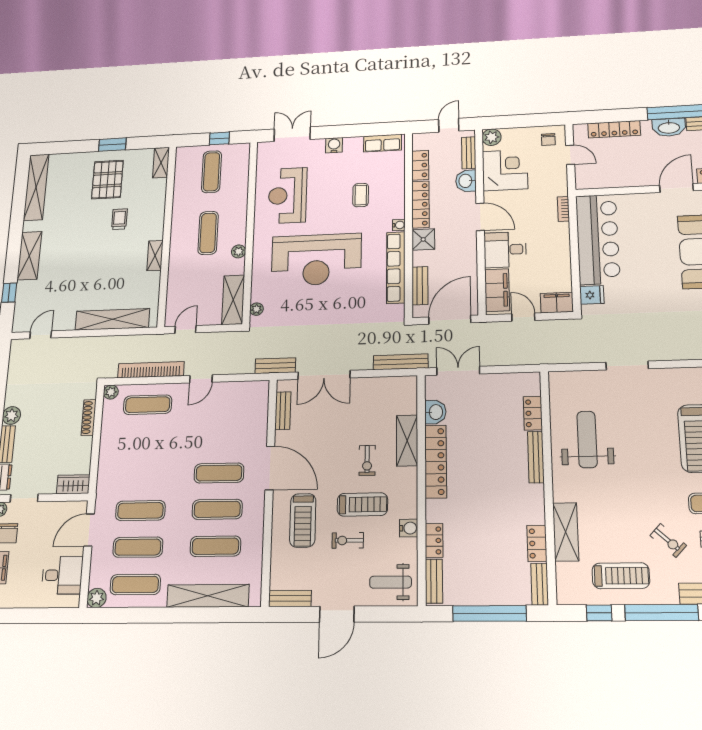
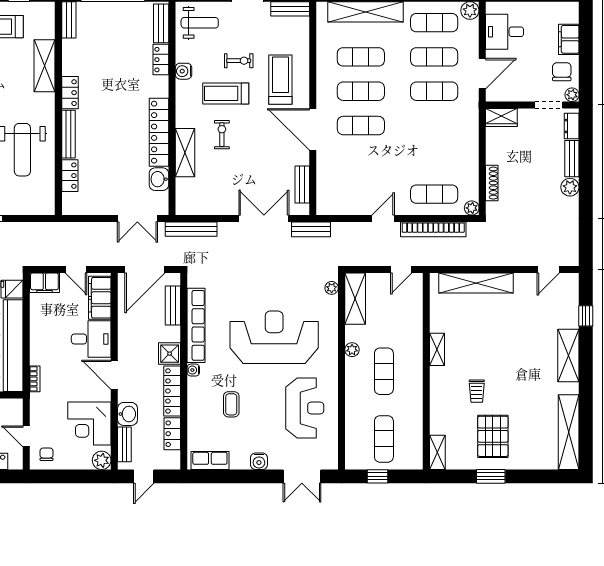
locker: (537, 543) -> (70, 93), moved

